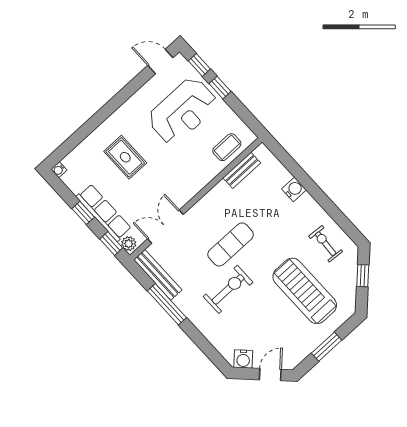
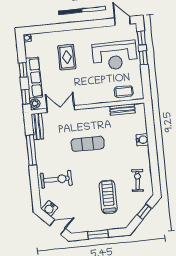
bench: (158, 275) -> (37, 126), width x0.73
exercise bike: (228, 289) -> (56, 179), moved
treadmill: (305, 291) -> (108, 197), width x0.73, depth x0.73

